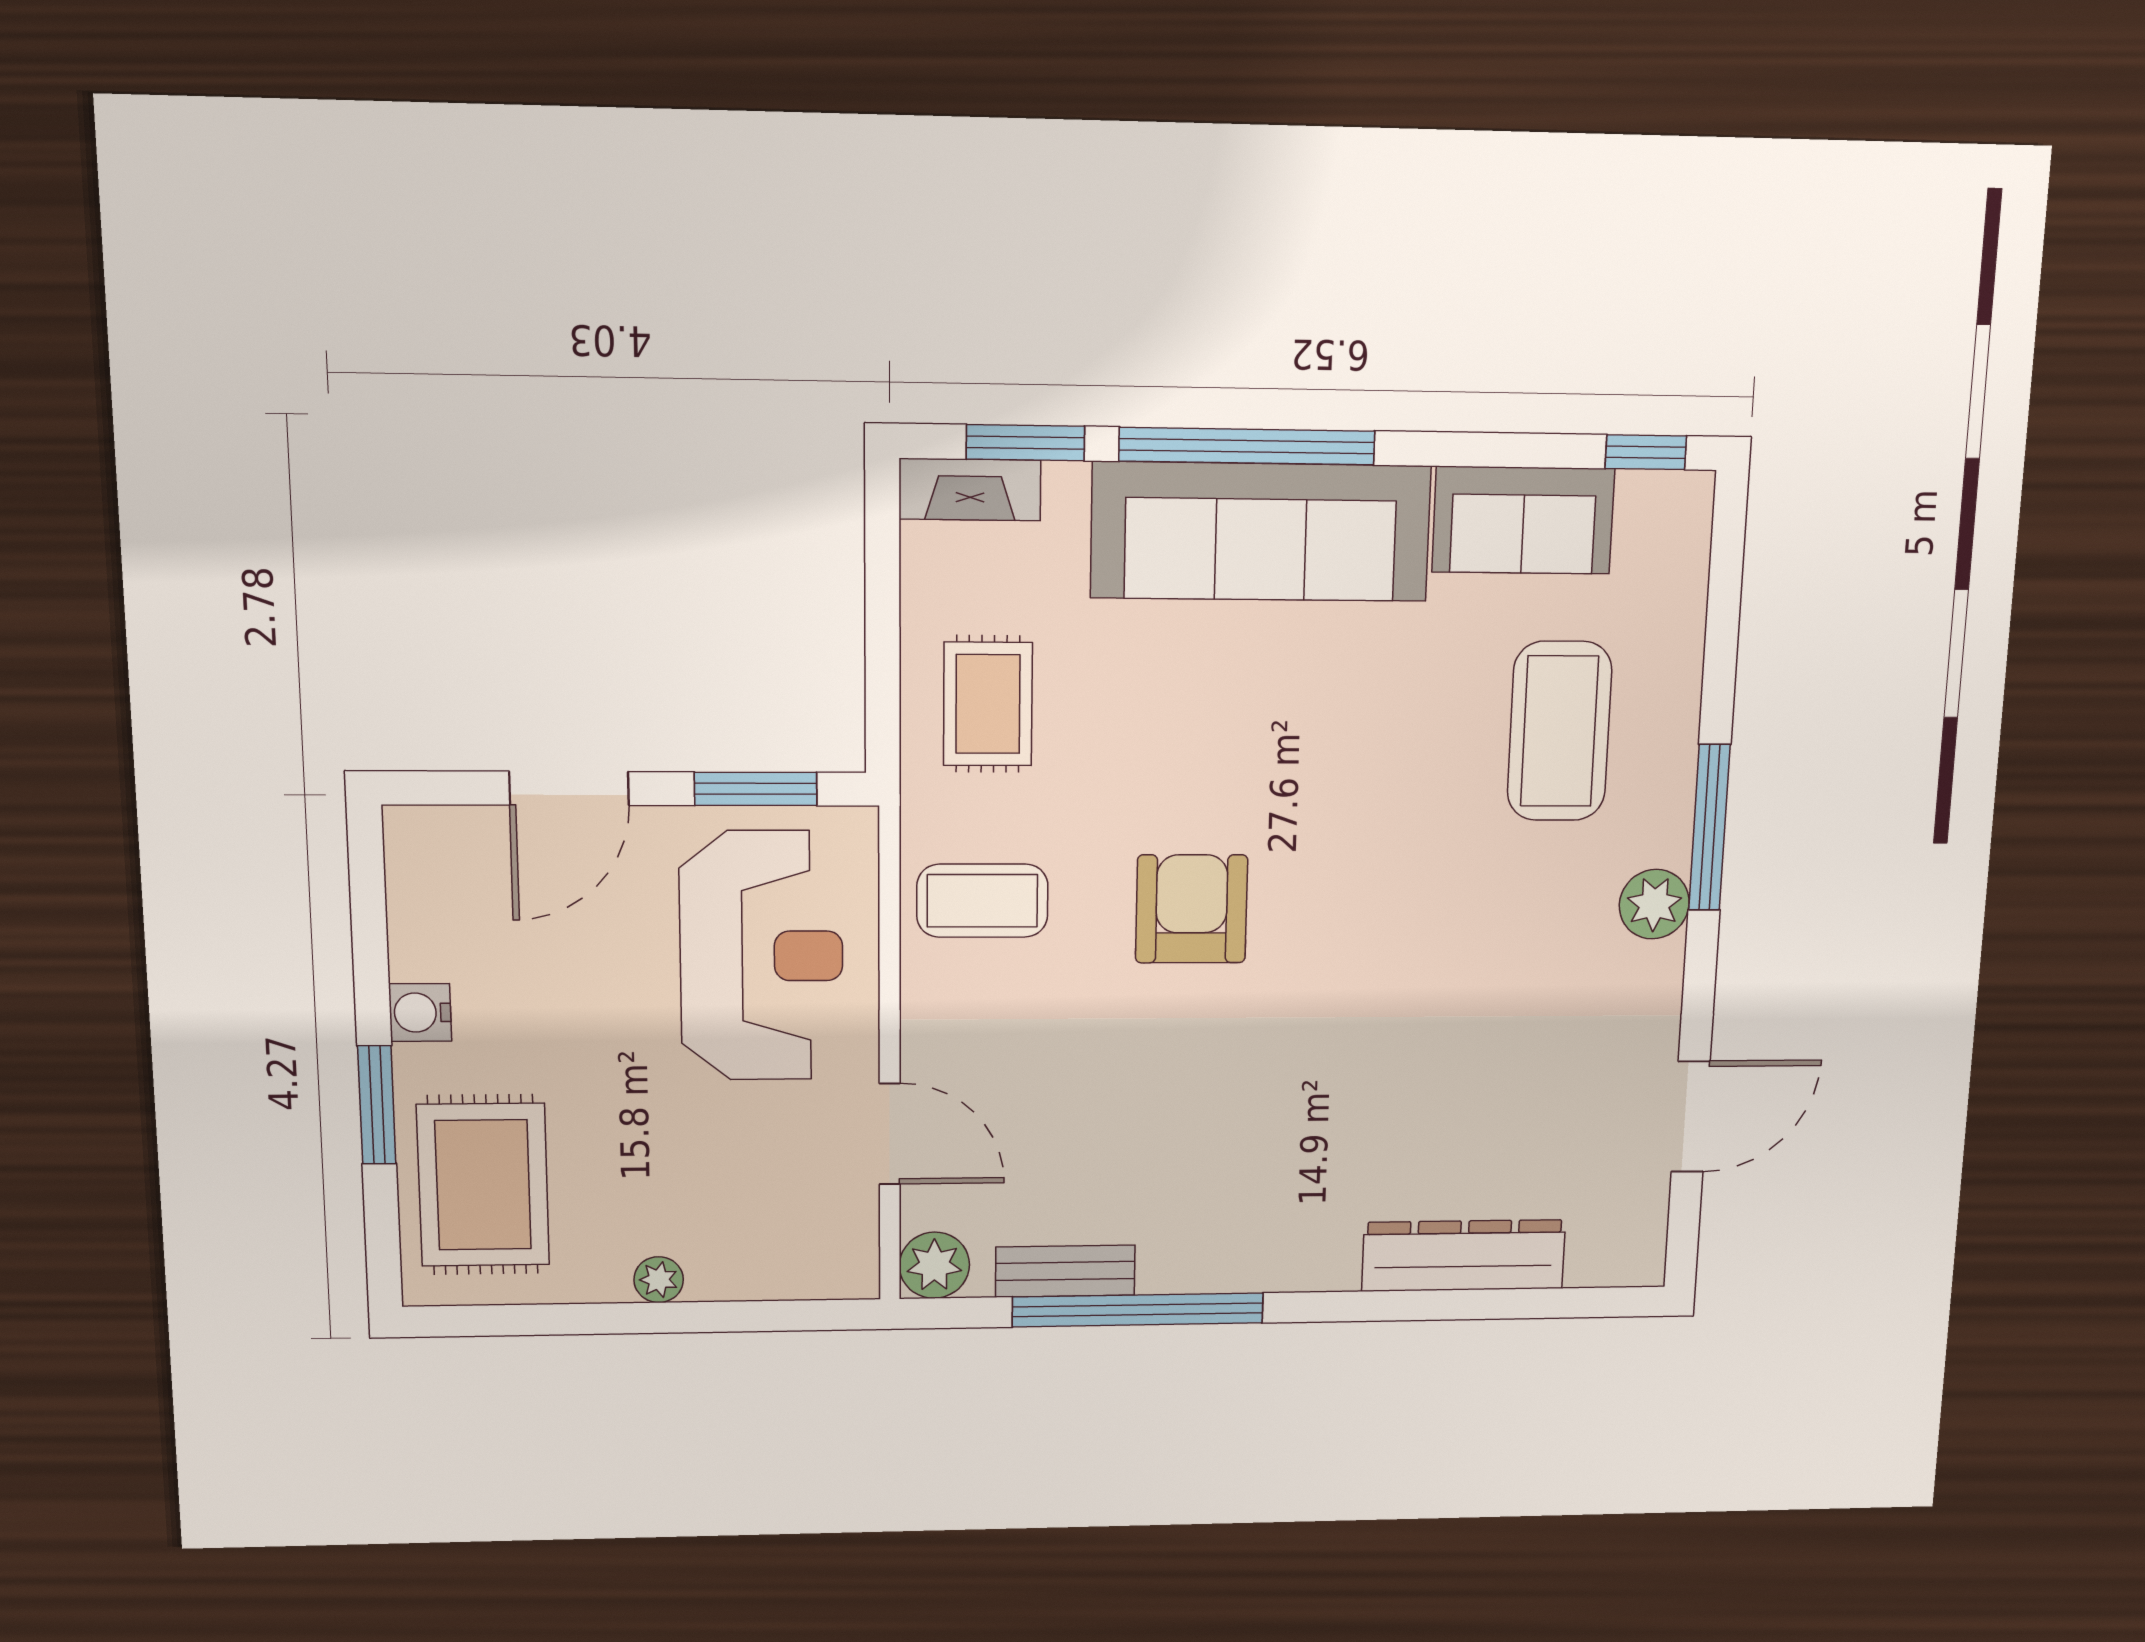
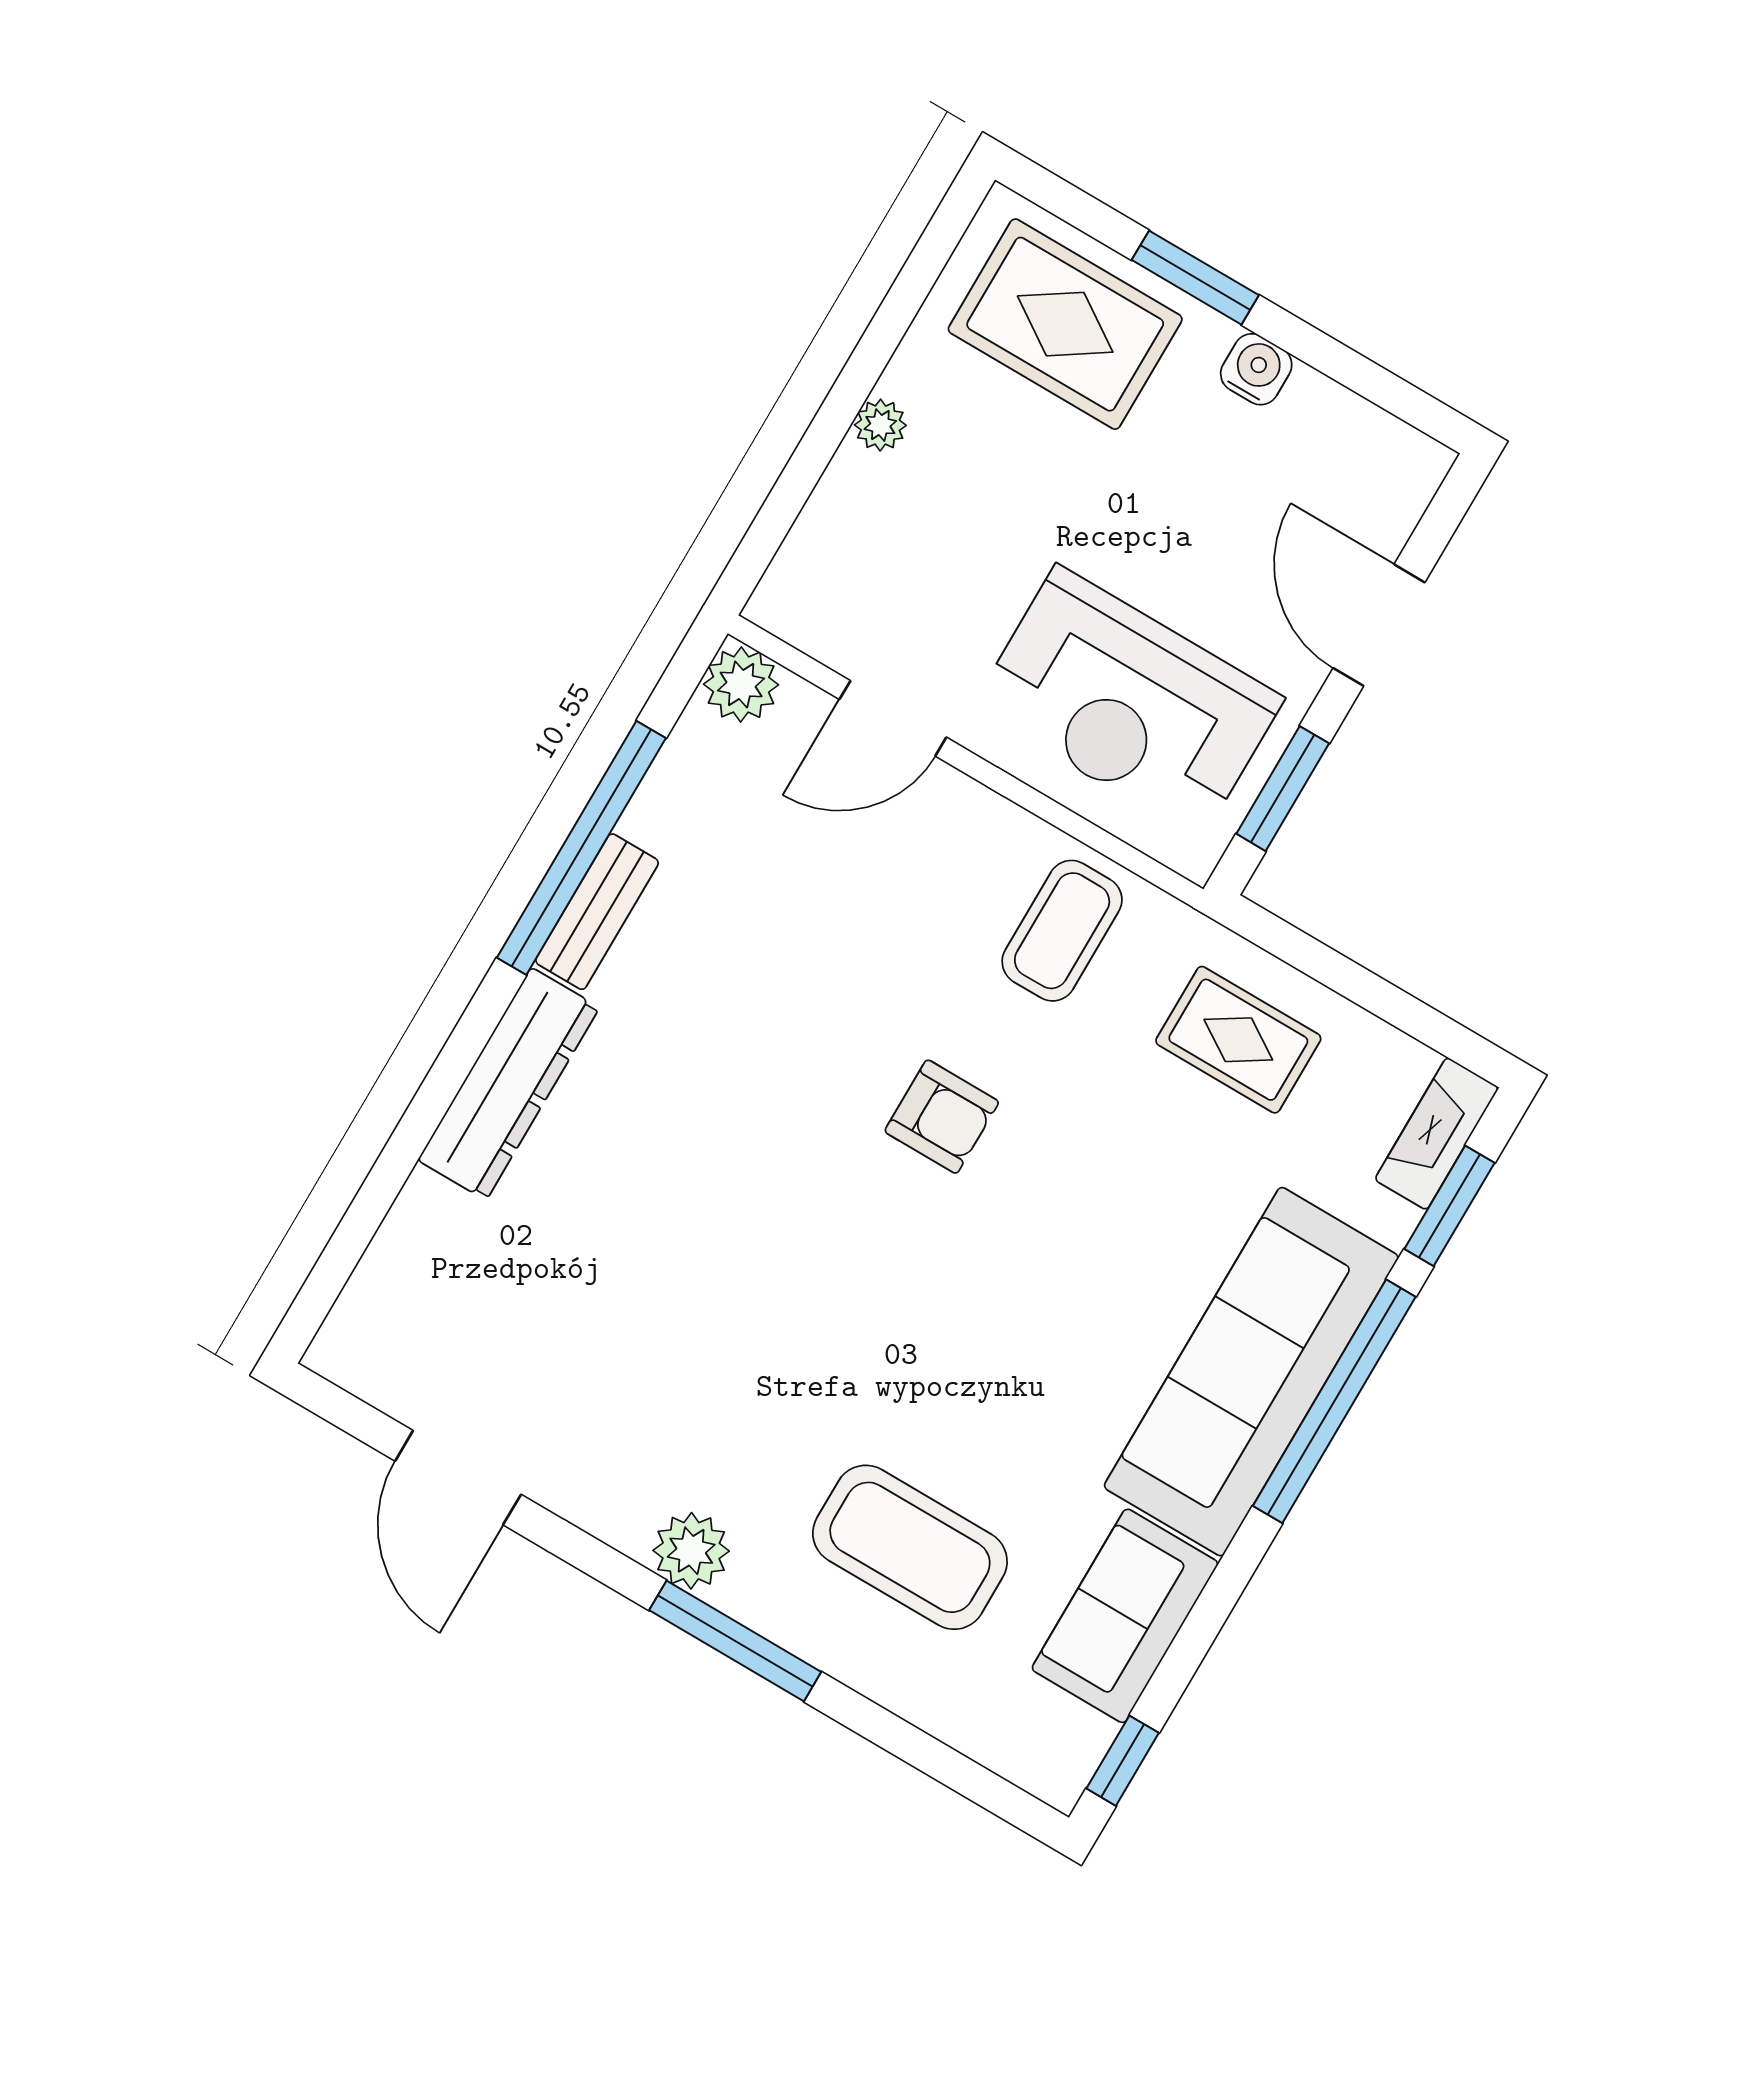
armchair: (1192, 909) -> (942, 1117), width x0.72, depth x0.72
dresser: (1464, 1256) -> (509, 1084), moved
bench: (1065, 1271) -> (597, 912), moved

